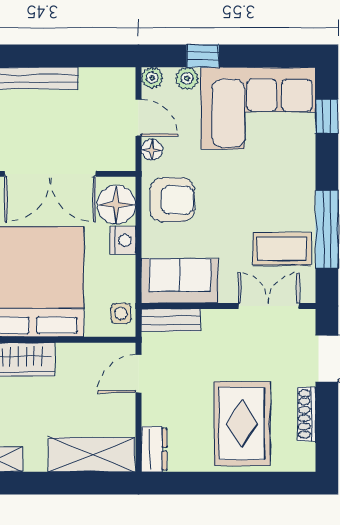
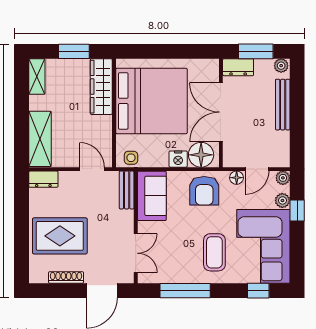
coffee table: (282, 249) -> (214, 252), moved

